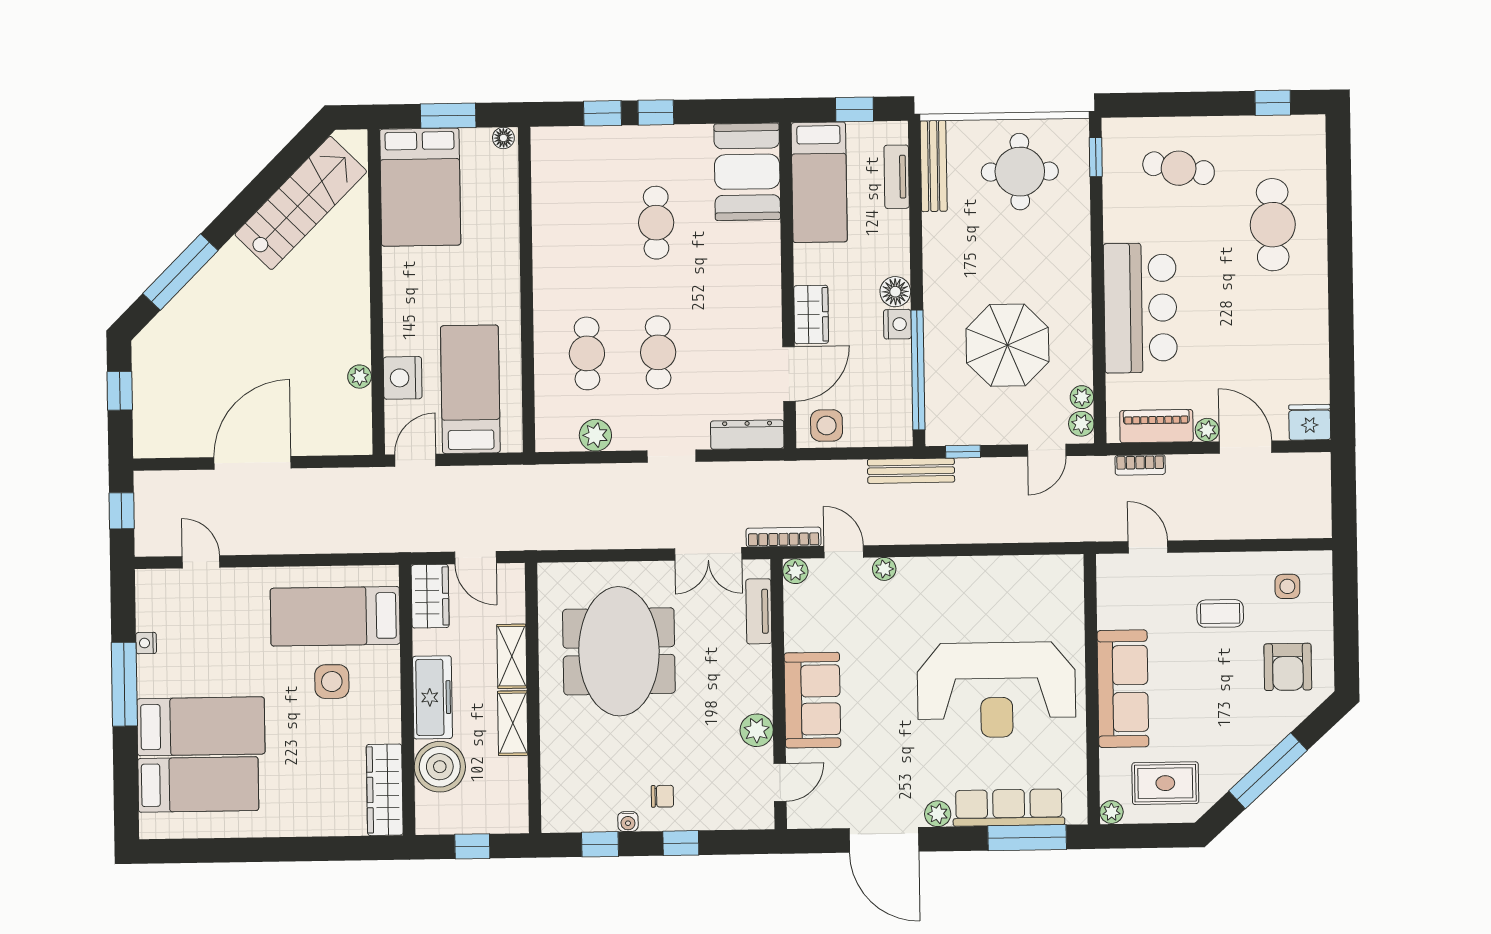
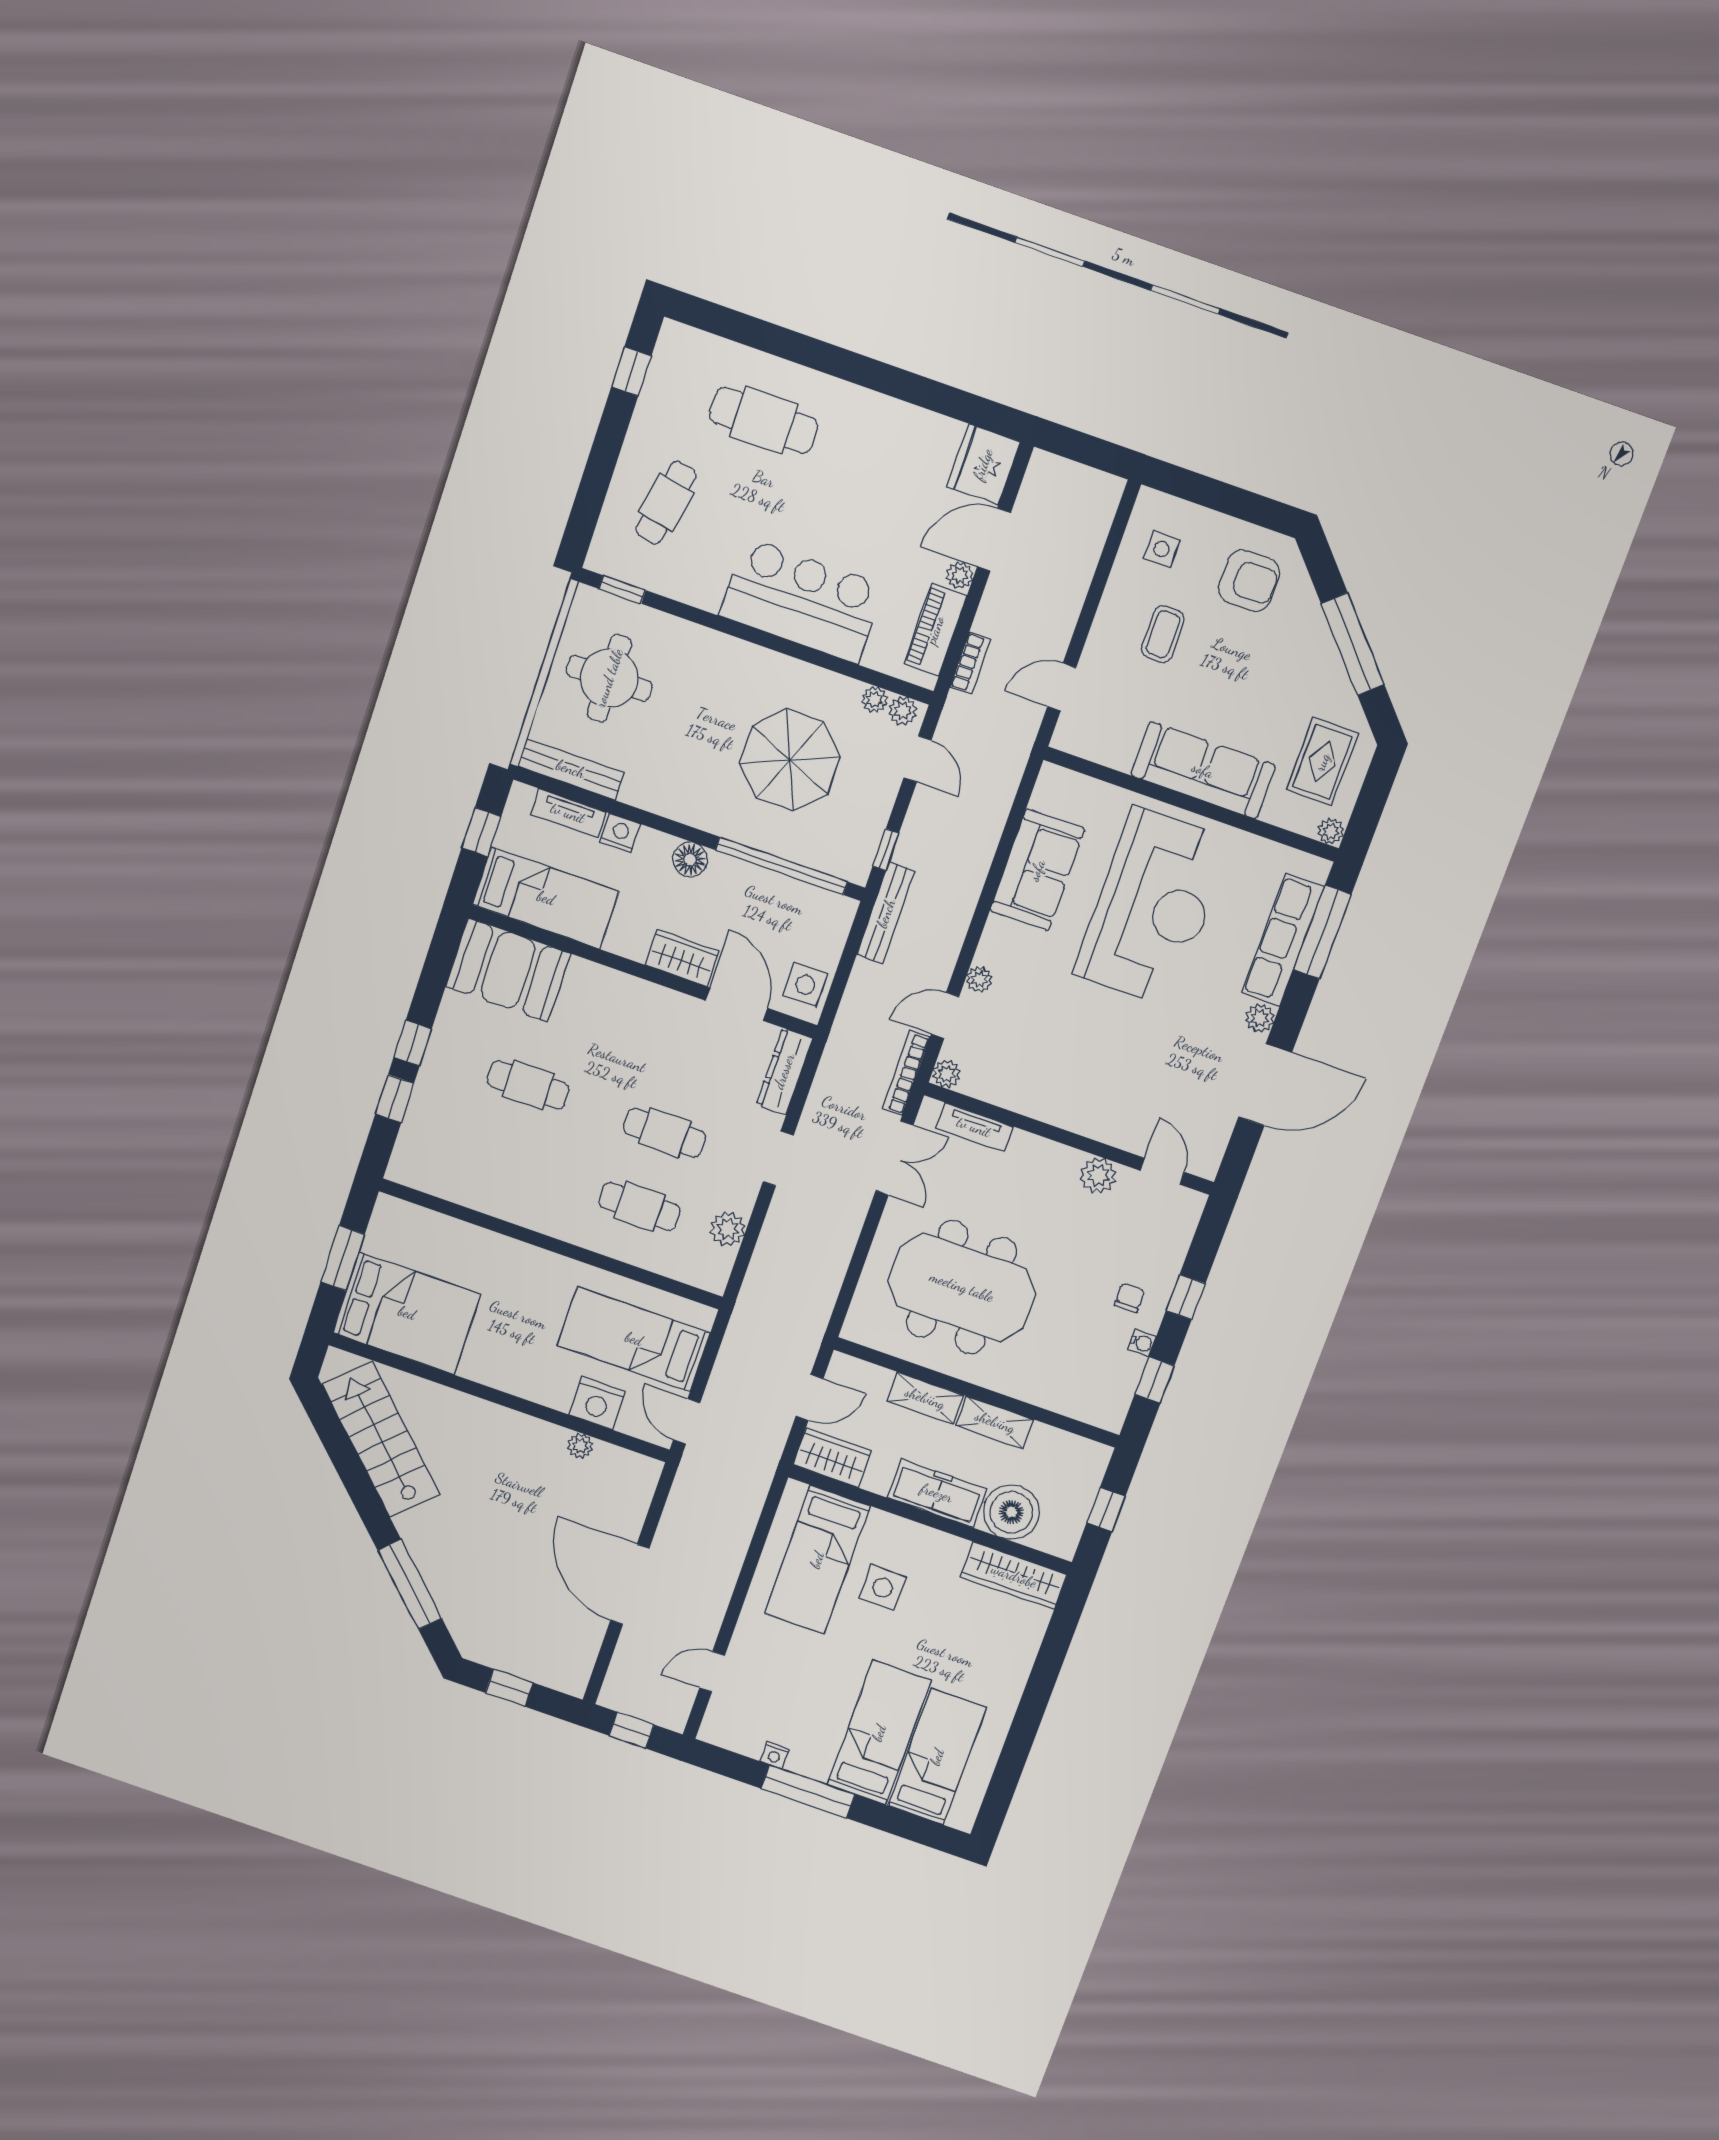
floor lamp: (503, 138) -> (385, 1210), removed
nightstand: (897, 324) -> (620, 833), moved
fridge: (1310, 422) -> (983, 464), width x1.36, depth x1.34
sofa: (812, 700) -> (1037, 870), moved, turned 90

